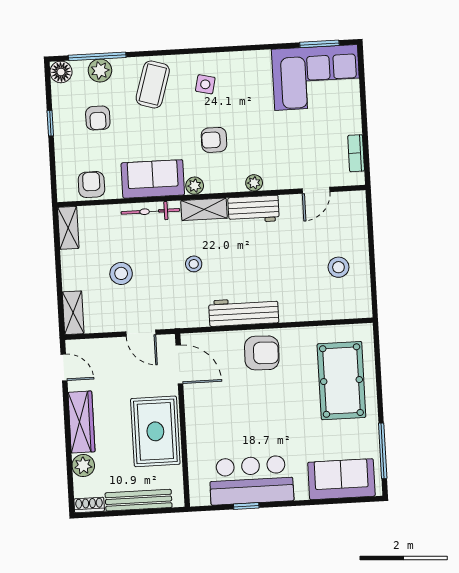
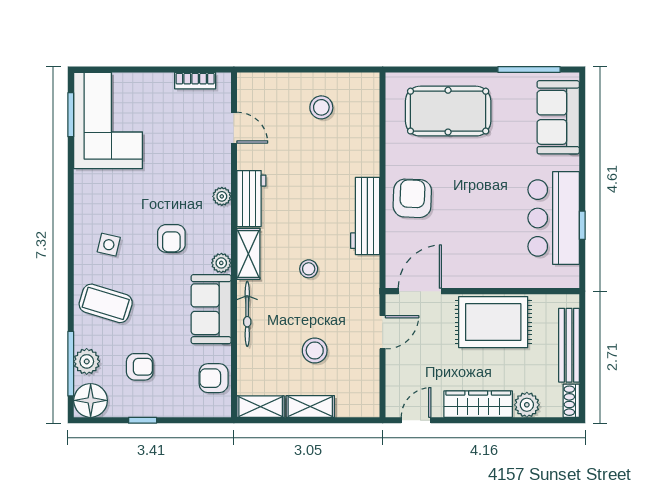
floor lamp: (61, 72) -> (91, 400), width x1.38, depth x1.38
shelving: (73, 313) -> (310, 406), moved

